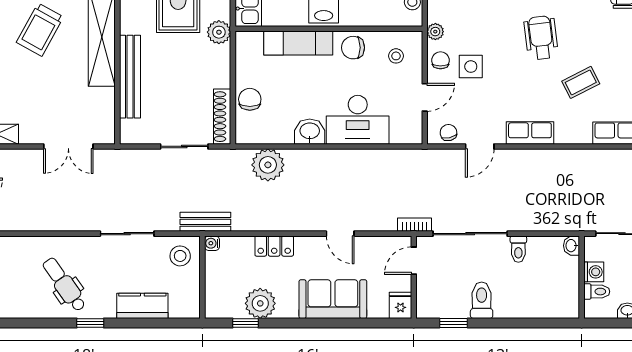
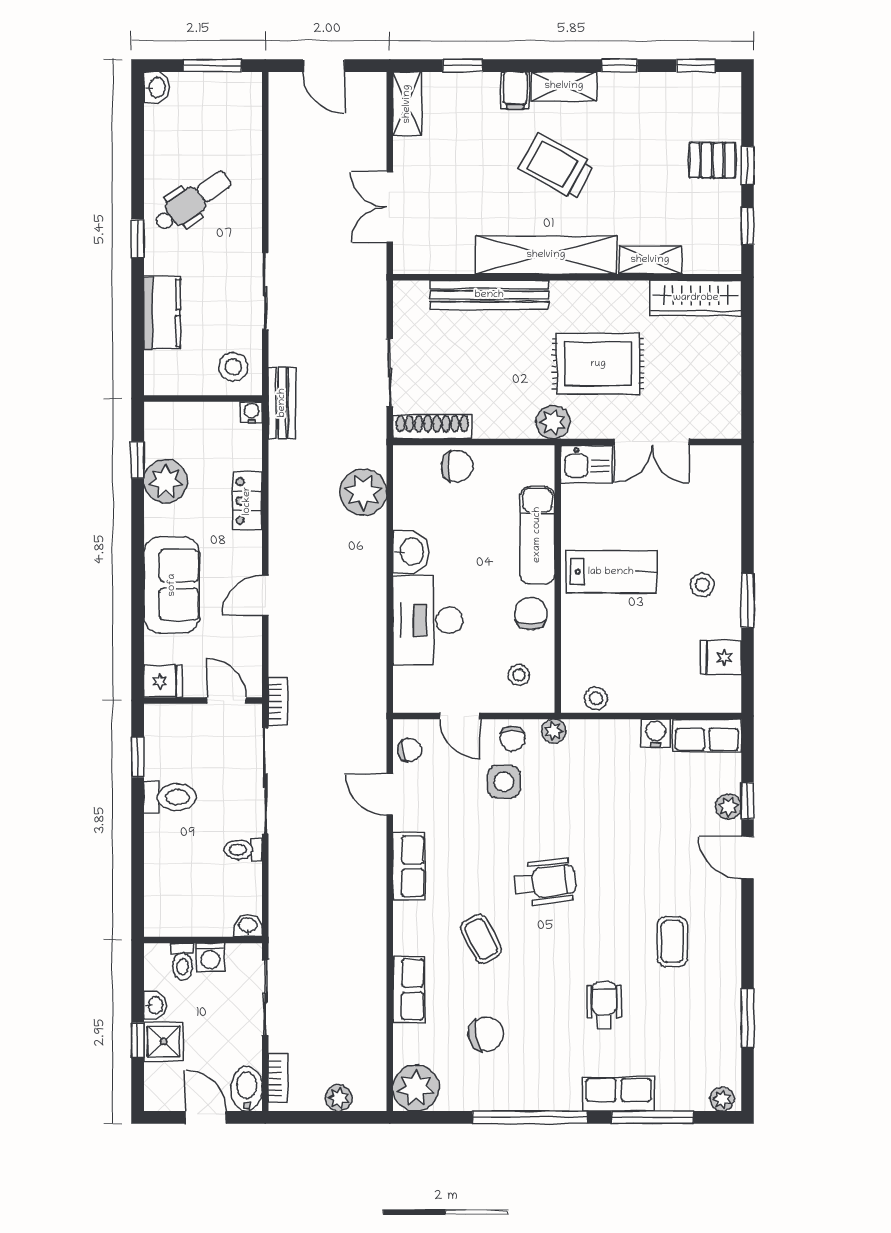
chair: (440, 60) -> (513, 739), turned 87

